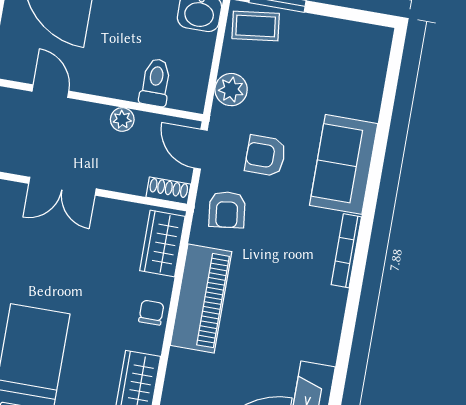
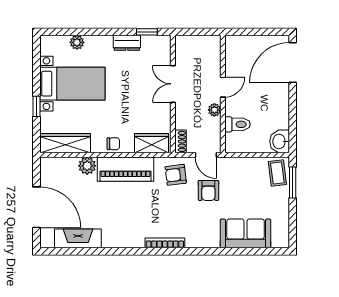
plant: (231, 90) -> (87, 166), moved
door: (50, 91) -> (223, 87), moved
door: (201, 149) -> (206, 155), swing flipped
armchair: (265, 156) -> (208, 190), turned 180
sofa: (344, 164) -> (246, 233), moved

